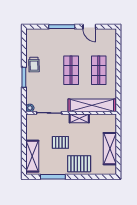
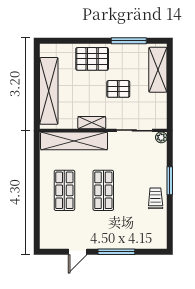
door: (89, 27) -> (78, 252), swing flipped
shelving: (110, 149) -> (49, 91), width x1.47

